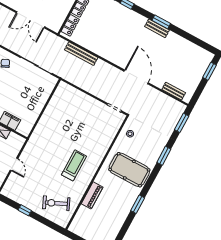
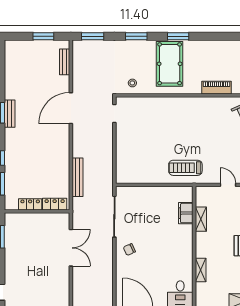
window: (210, 71) -> (43, 36), moved
door: (14, 164) -> (228, 185), hinge flipped
treadmill: (74, 165) -> (185, 168), moved
window: (138, 204) -> (178, 36), moved

